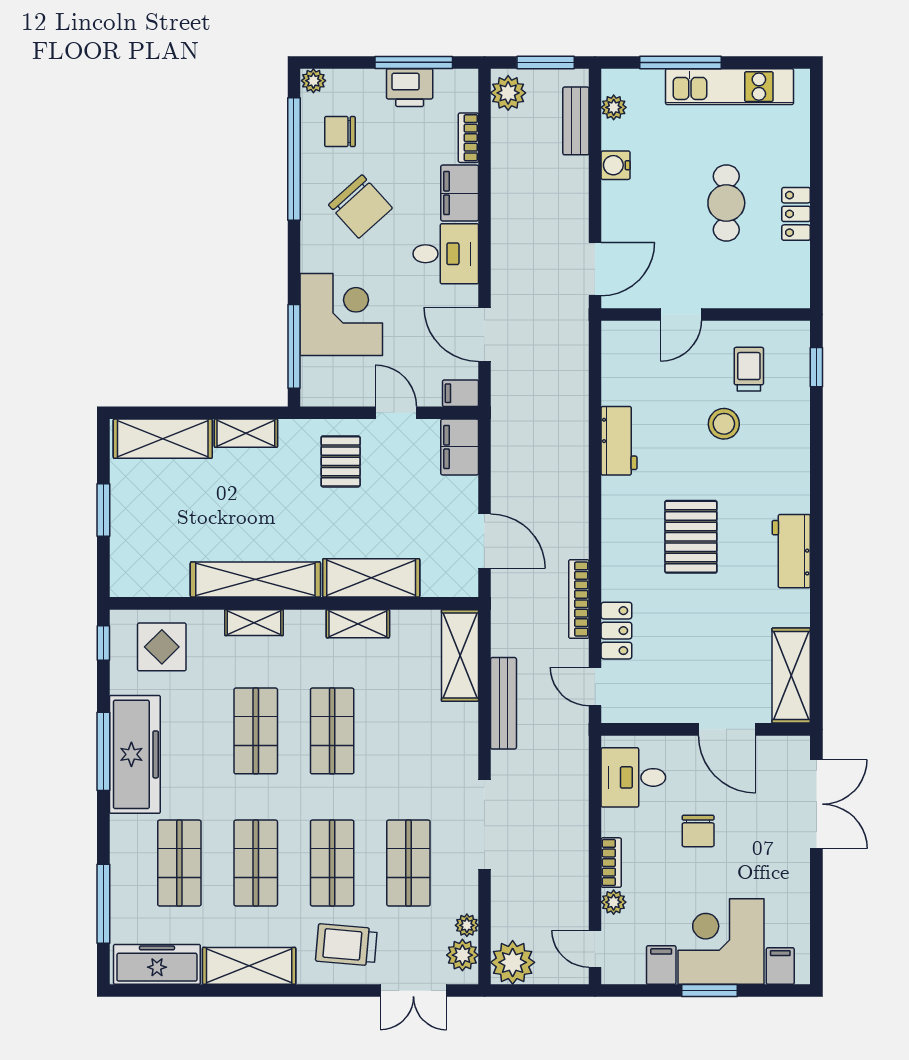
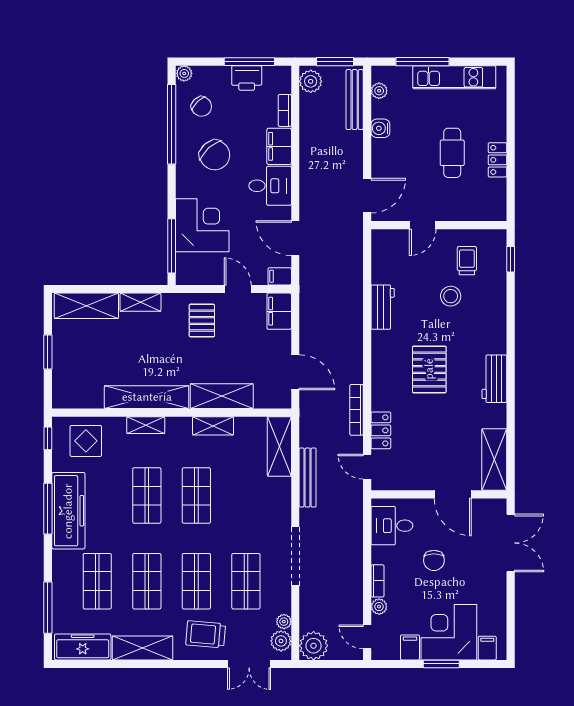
bench: (576, 121) -> (355, 100), width x1.36
chair: (340, 132) -> (201, 106), turned -134

